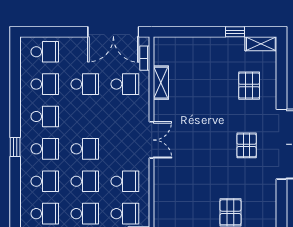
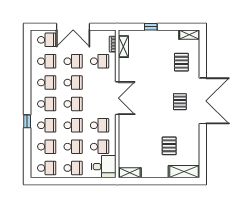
double door: (113, 32) -> (73, 27), moved
window: (235, 32) -> (151, 27), moved
shelving: (161, 83) -> (123, 47), moved
school desk: (85, 116) -> (73, 83), added
double door: (152, 140) -> (117, 98), width x1.37
window: (15, 147) -> (27, 121), moved

